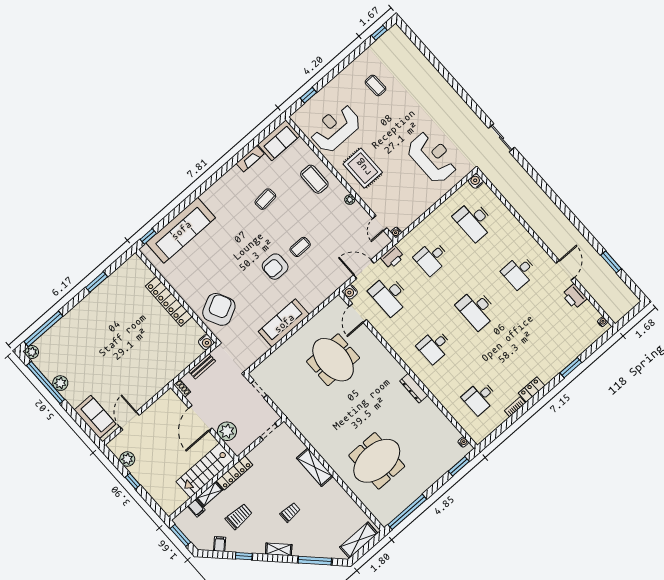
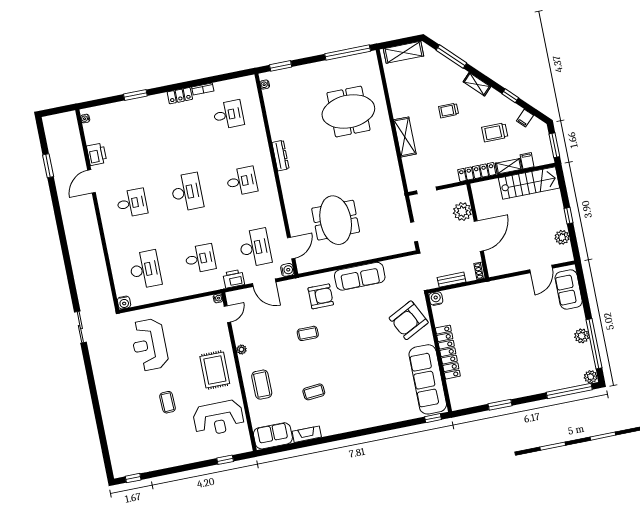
coffee table: (375, 85) -> (167, 402), moved
sofa: (181, 230) -> (428, 379), moved, turned -90
armchair: (275, 267) -> (321, 296), moved
stairs: (205, 471) -> (529, 183), moved

